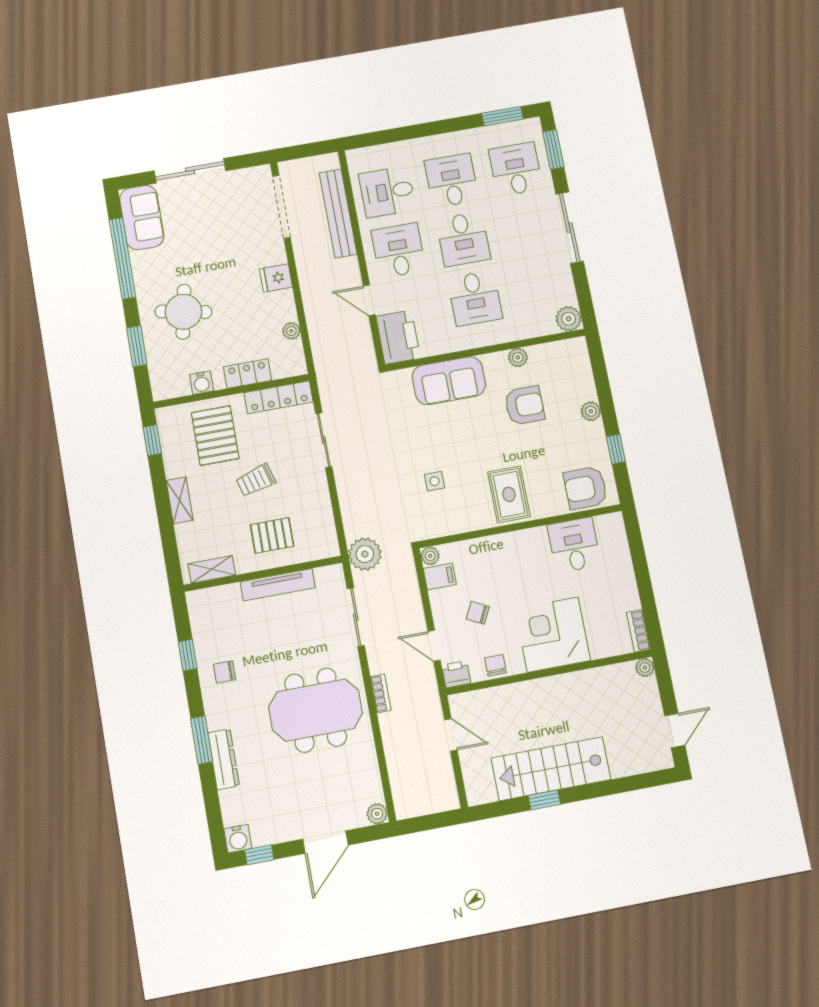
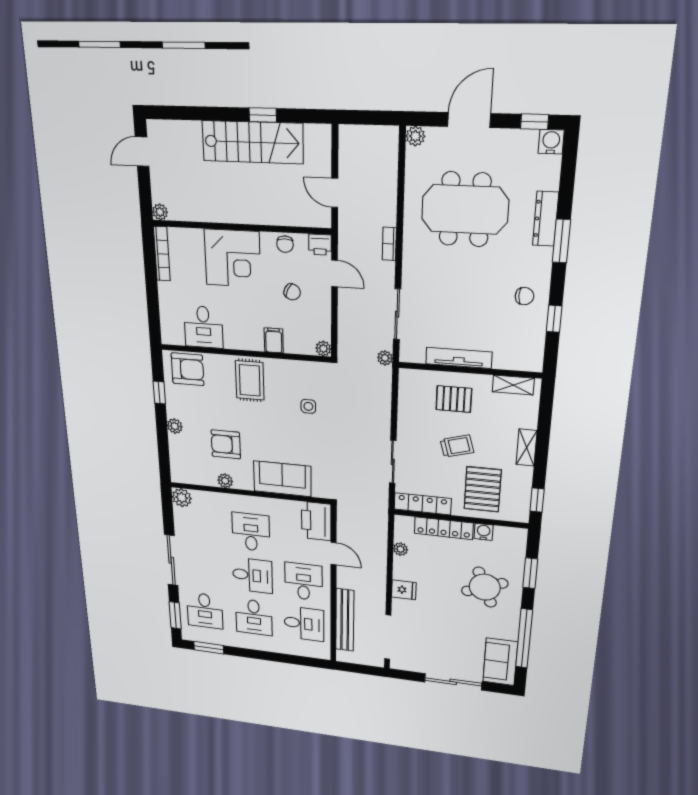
desk: (463, 239) -> (252, 575), turned 90
desk: (398, 250) -> (304, 582), turned 180
round table: (183, 312) -> (485, 587), turned -33
locker: (248, 374) -> (444, 528), width x1.53
plant: (365, 554) -> (385, 358), width x0.53, depth x0.53
filing cabinet: (440, 577) -> (274, 340), moved, turned 90
bookcase: (638, 631) -> (162, 254), width x1.56
meeting table: (316, 710) -> (465, 209), moved

